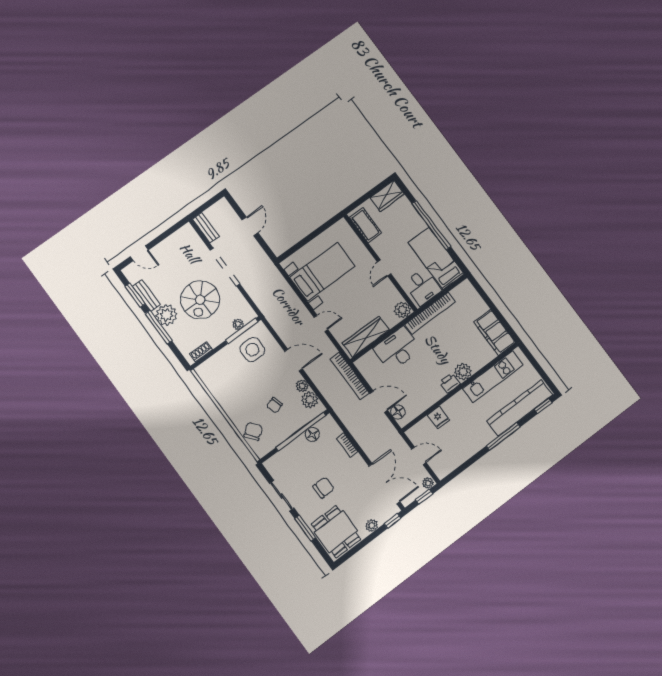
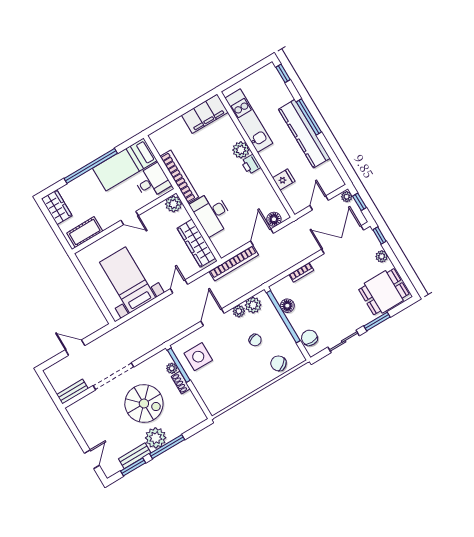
shoe rack: (201, 352) -> (181, 383), moved
kitchen counter: (520, 408) -> (304, 134), moved
chair: (323, 488) -> (309, 338), moved

